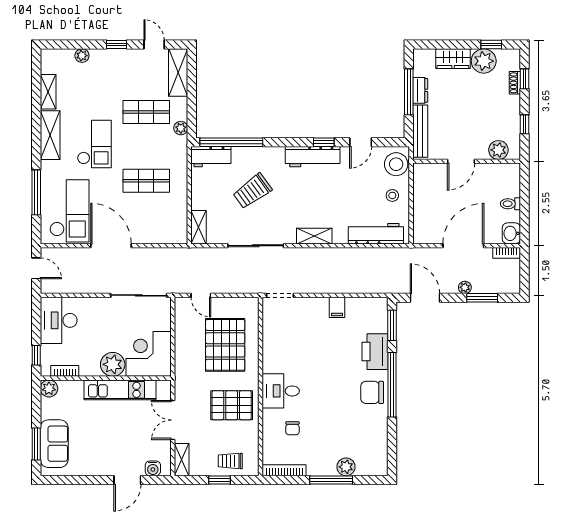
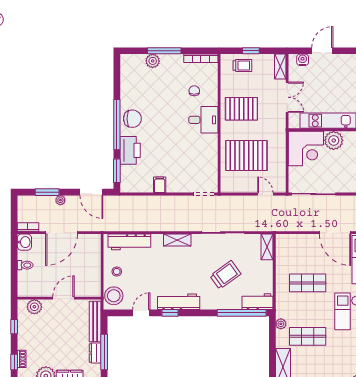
pallet: (225, 345) -> (246, 156), turned 90

